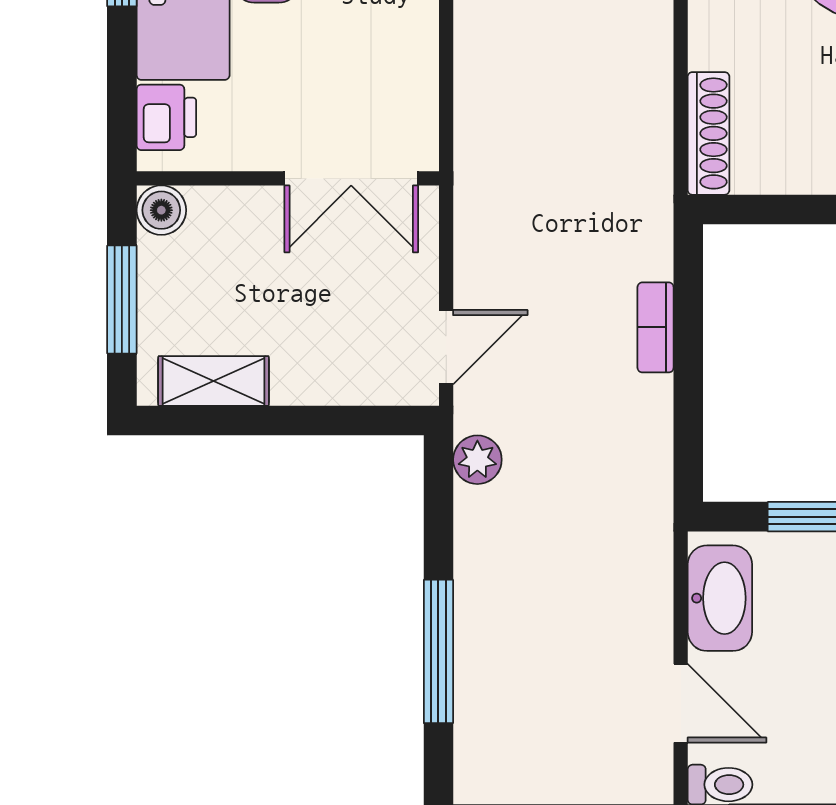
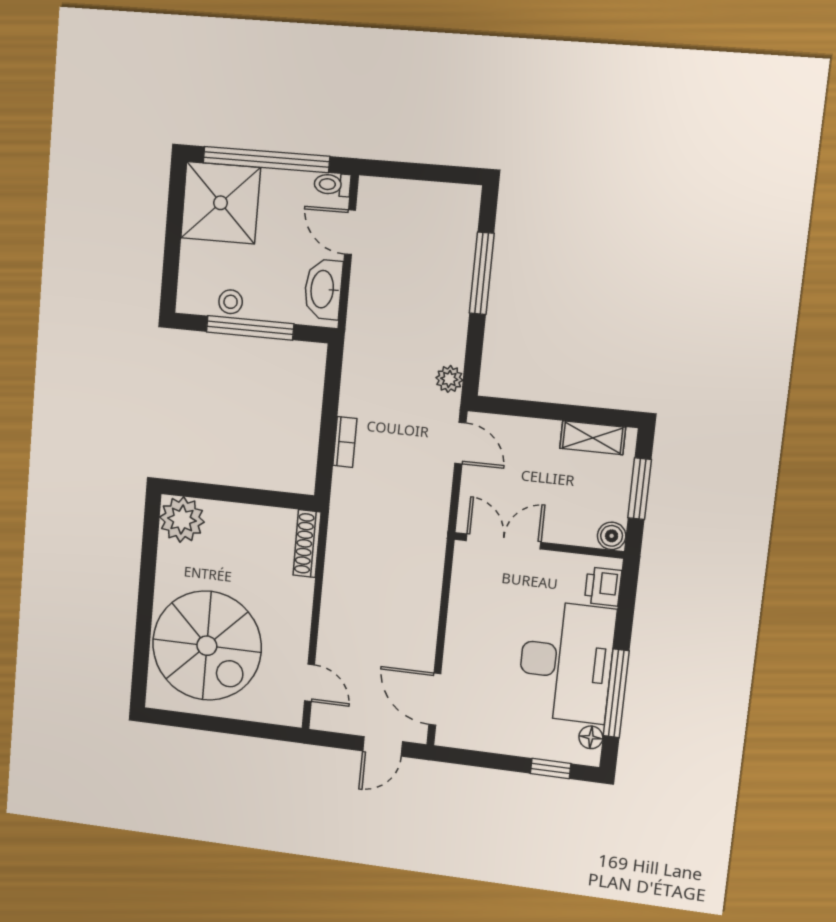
door: (446, 347) -> (460, 443), swing flipped

